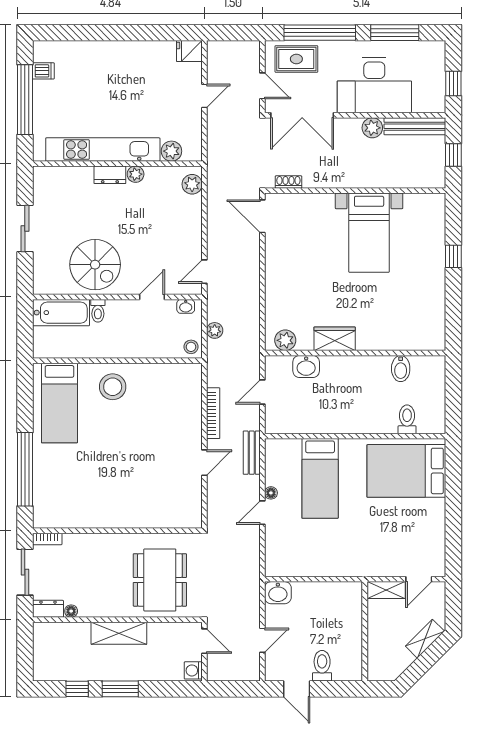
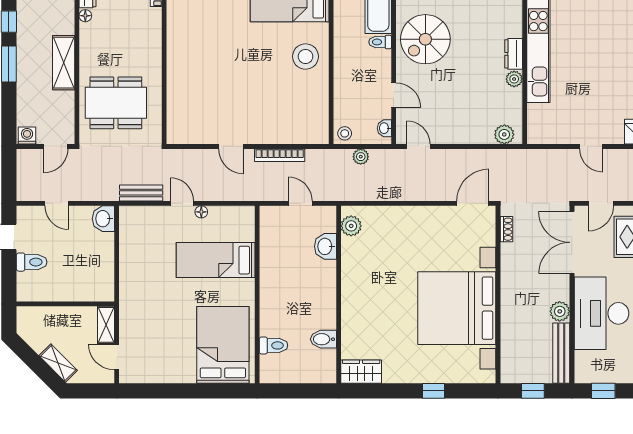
plant: (171, 151) -> (537, 114), removed
bed with nightstands: (369, 233) -> (457, 308), width x1.85
wardrobe: (335, 339) -> (361, 372), moved, turned -90
bench: (252, 453) -> (141, 193), moved

